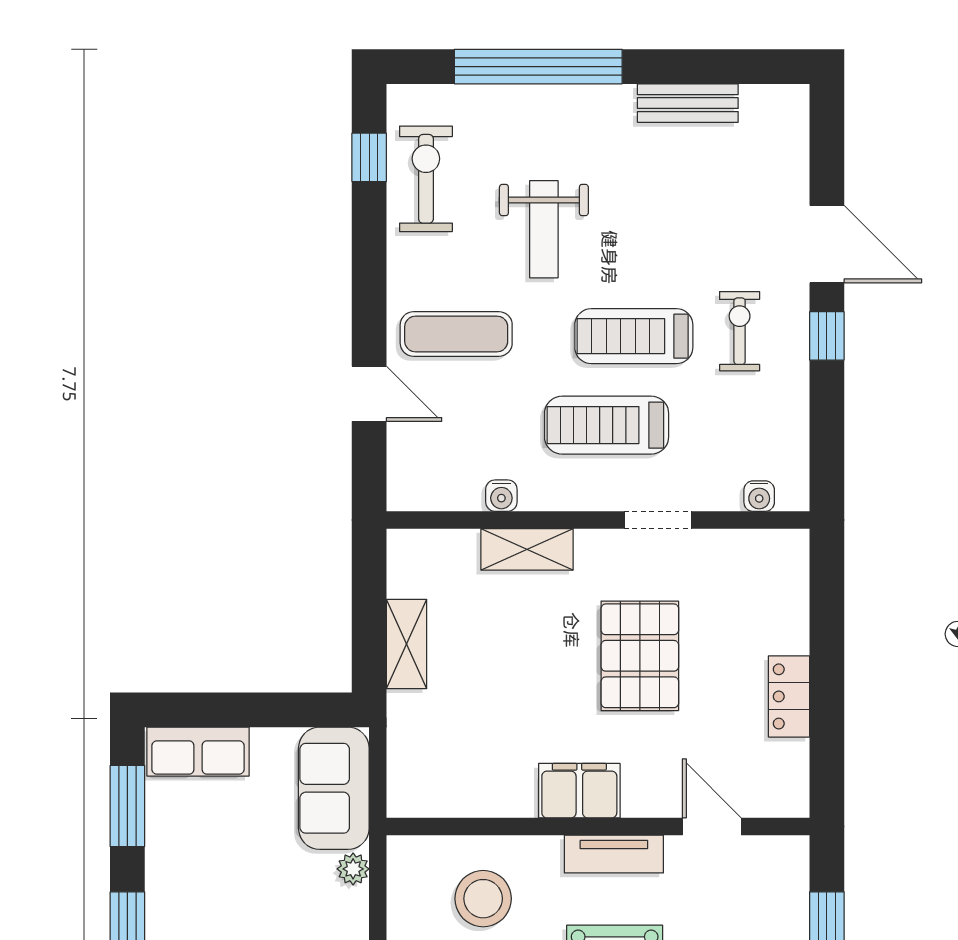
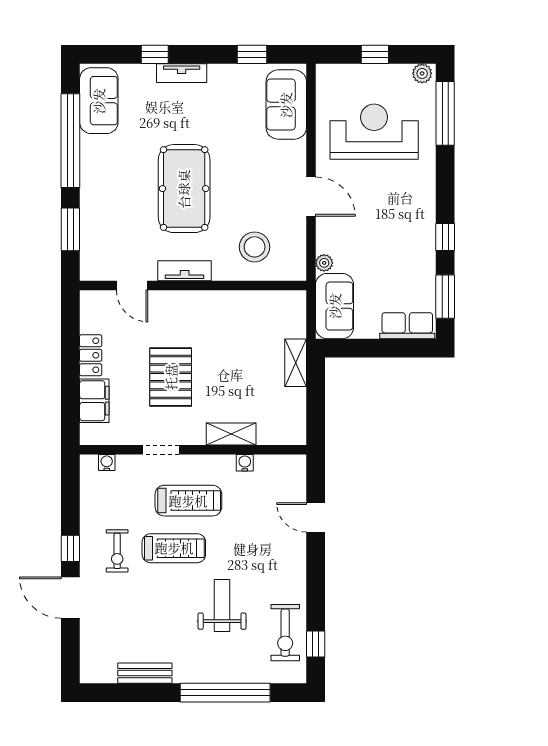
exercise mat: (456, 334) -> (269, 549), removed
shelving: (407, 644) -> (296, 363), moved
filing cabinet: (579, 791) -> (94, 401), moved, turned -90

